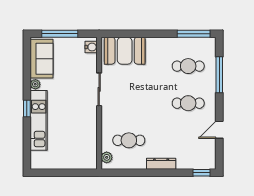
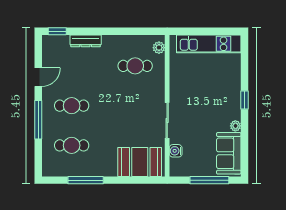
window: (194, 34) -> (86, 180), moved
water cooler: (91, 47) -> (176, 151), moved
window: (219, 75) -> (38, 120), moved
kitchen unit: (39, 120) -> (209, 44), moved, turned -90
dresser: (161, 164) -> (86, 41), moved

